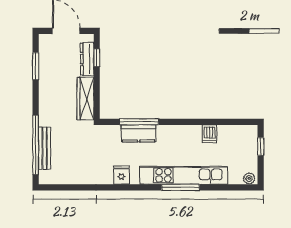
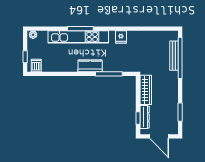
kitchen counter: (139, 133) -> (90, 66), moved
dishwasher: (209, 134) -> (36, 65), moved

